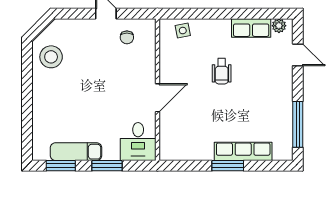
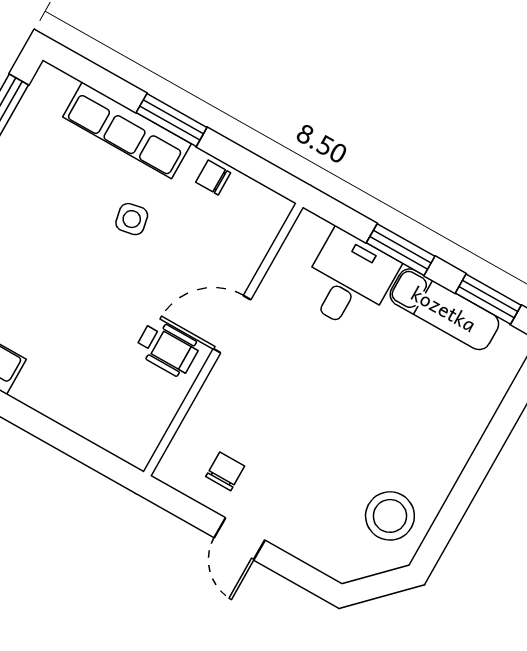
side table: (183, 31) -> (132, 219), moved
wheelchair: (222, 71) -> (167, 348), moved, turned 90
desk: (138, 142) -> (349, 280), moved
chair: (198, 152) -> (213, 177), added

